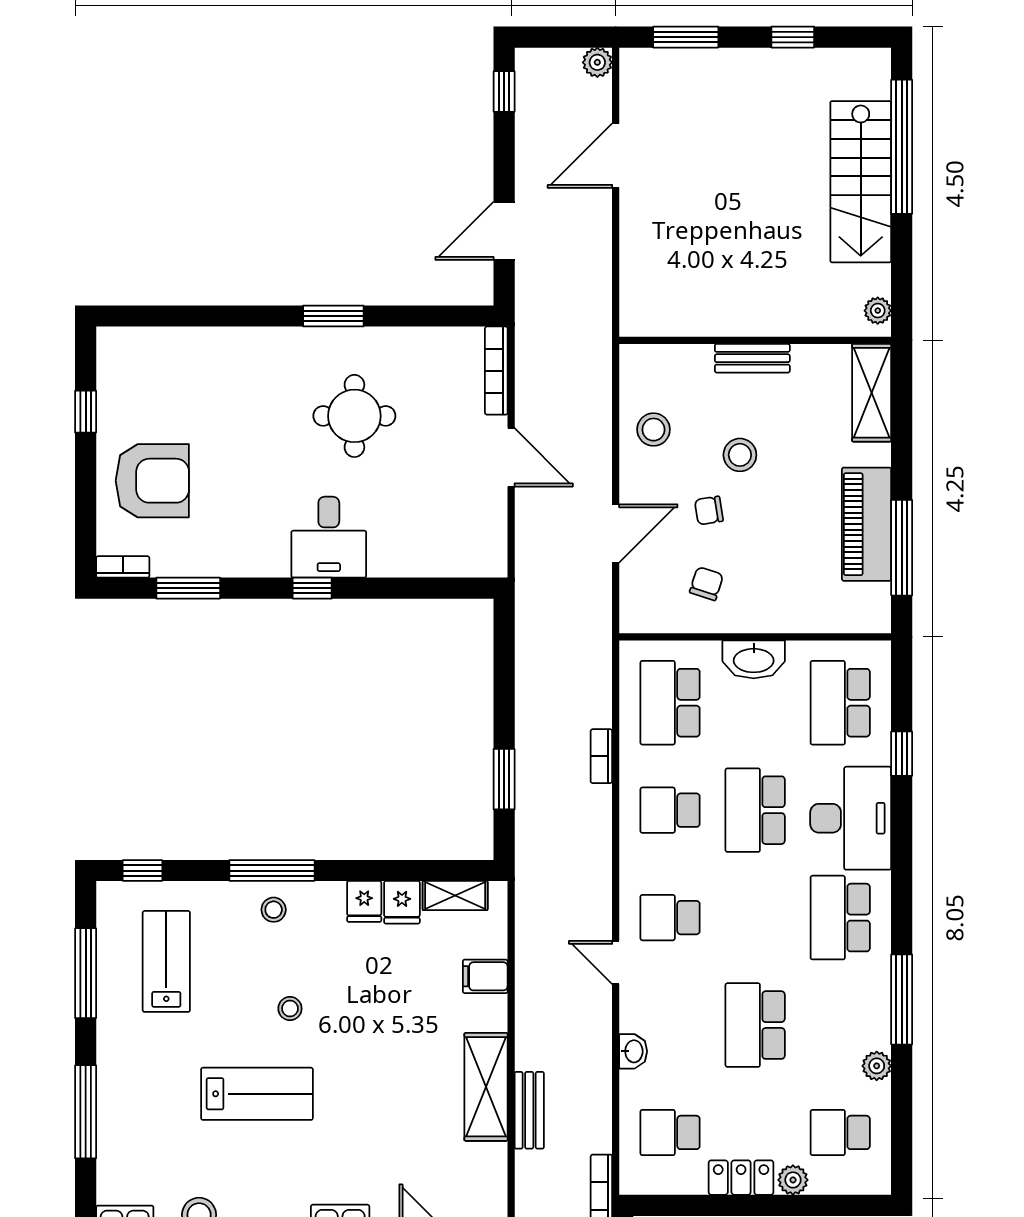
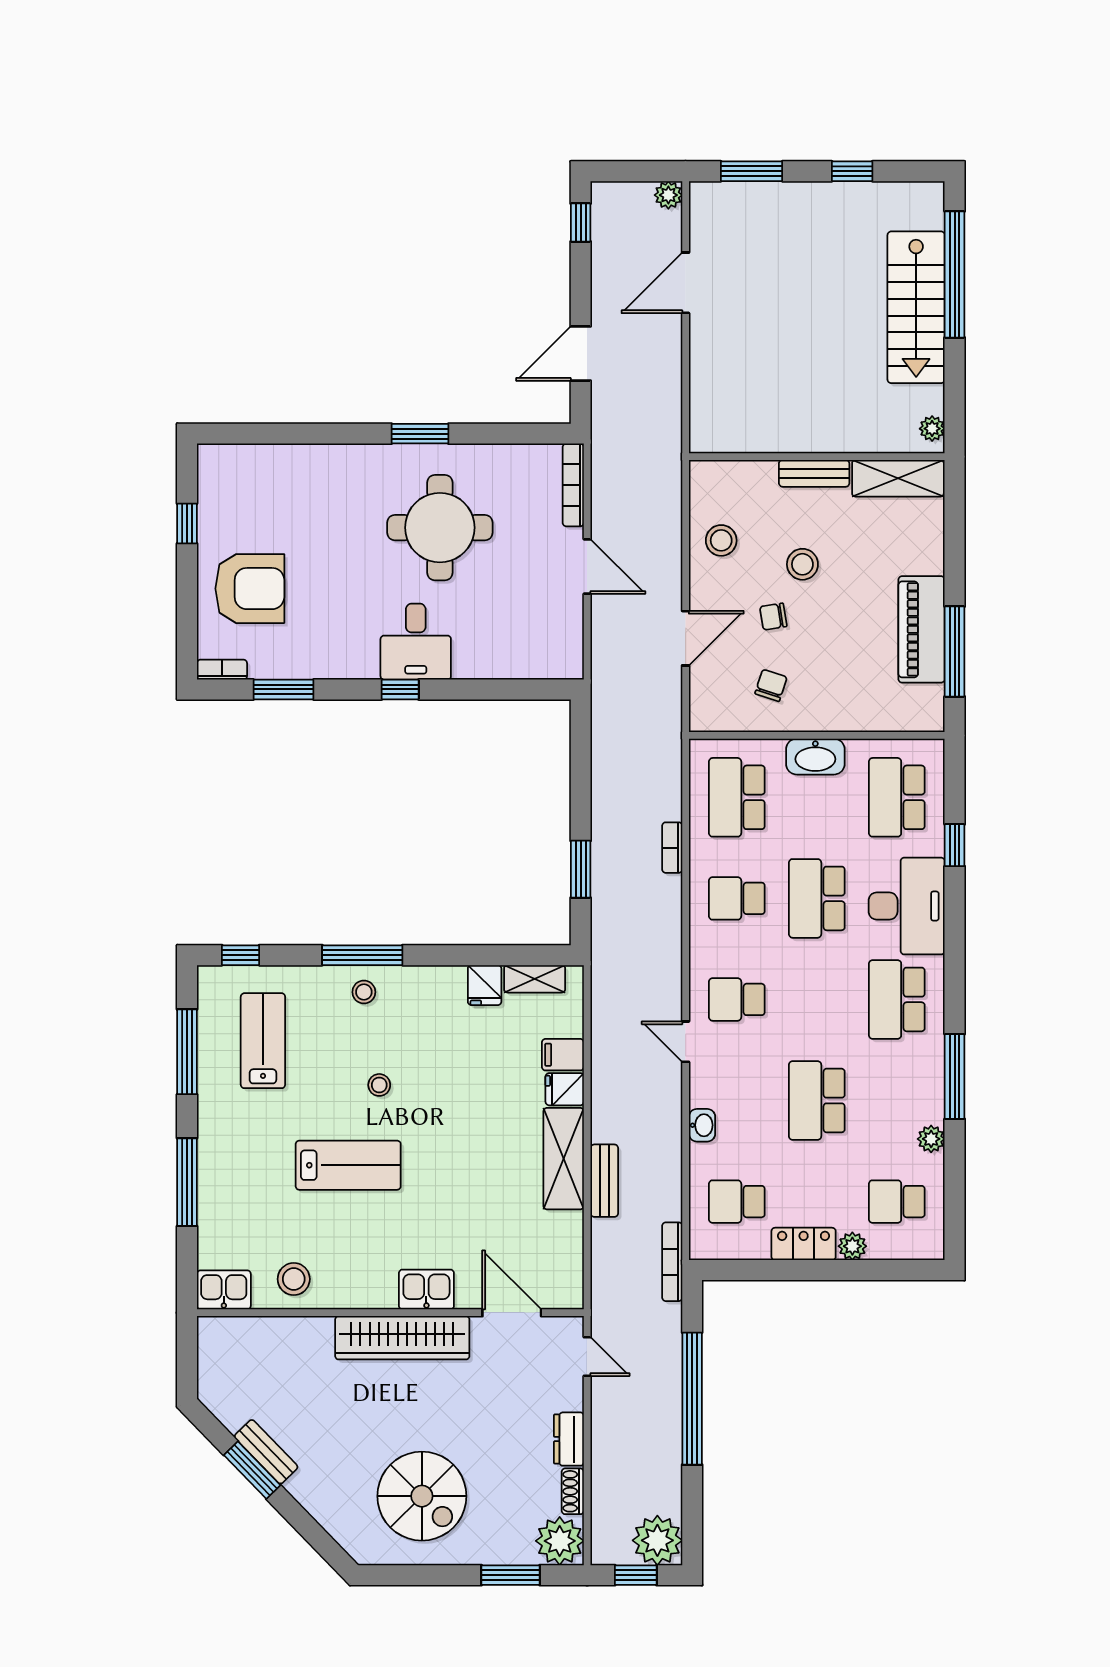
shelving: (872, 393) -> (898, 478), moved, turned 90
round table: (354, 416) -> (440, 528), width x1.36, depth x1.36
fridge: (364, 901) -> (565, 1089), moved, turned 90

